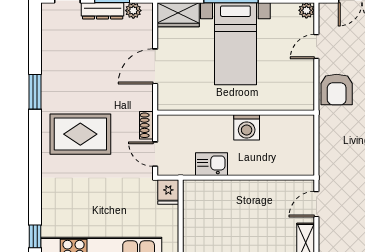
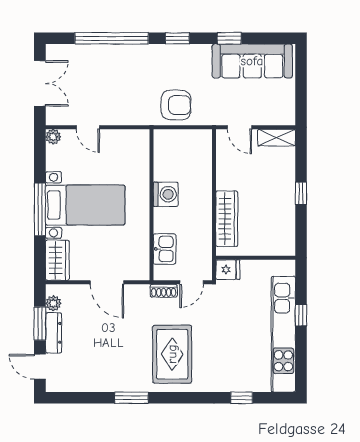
armchair: (337, 89) -> (176, 105), moved
kitchen sink: (211, 164) -> (165, 249), moved, turned 180
wardrobe: (221, 191) -> (227, 219), added
window: (35, 236) -> (242, 398), moved

